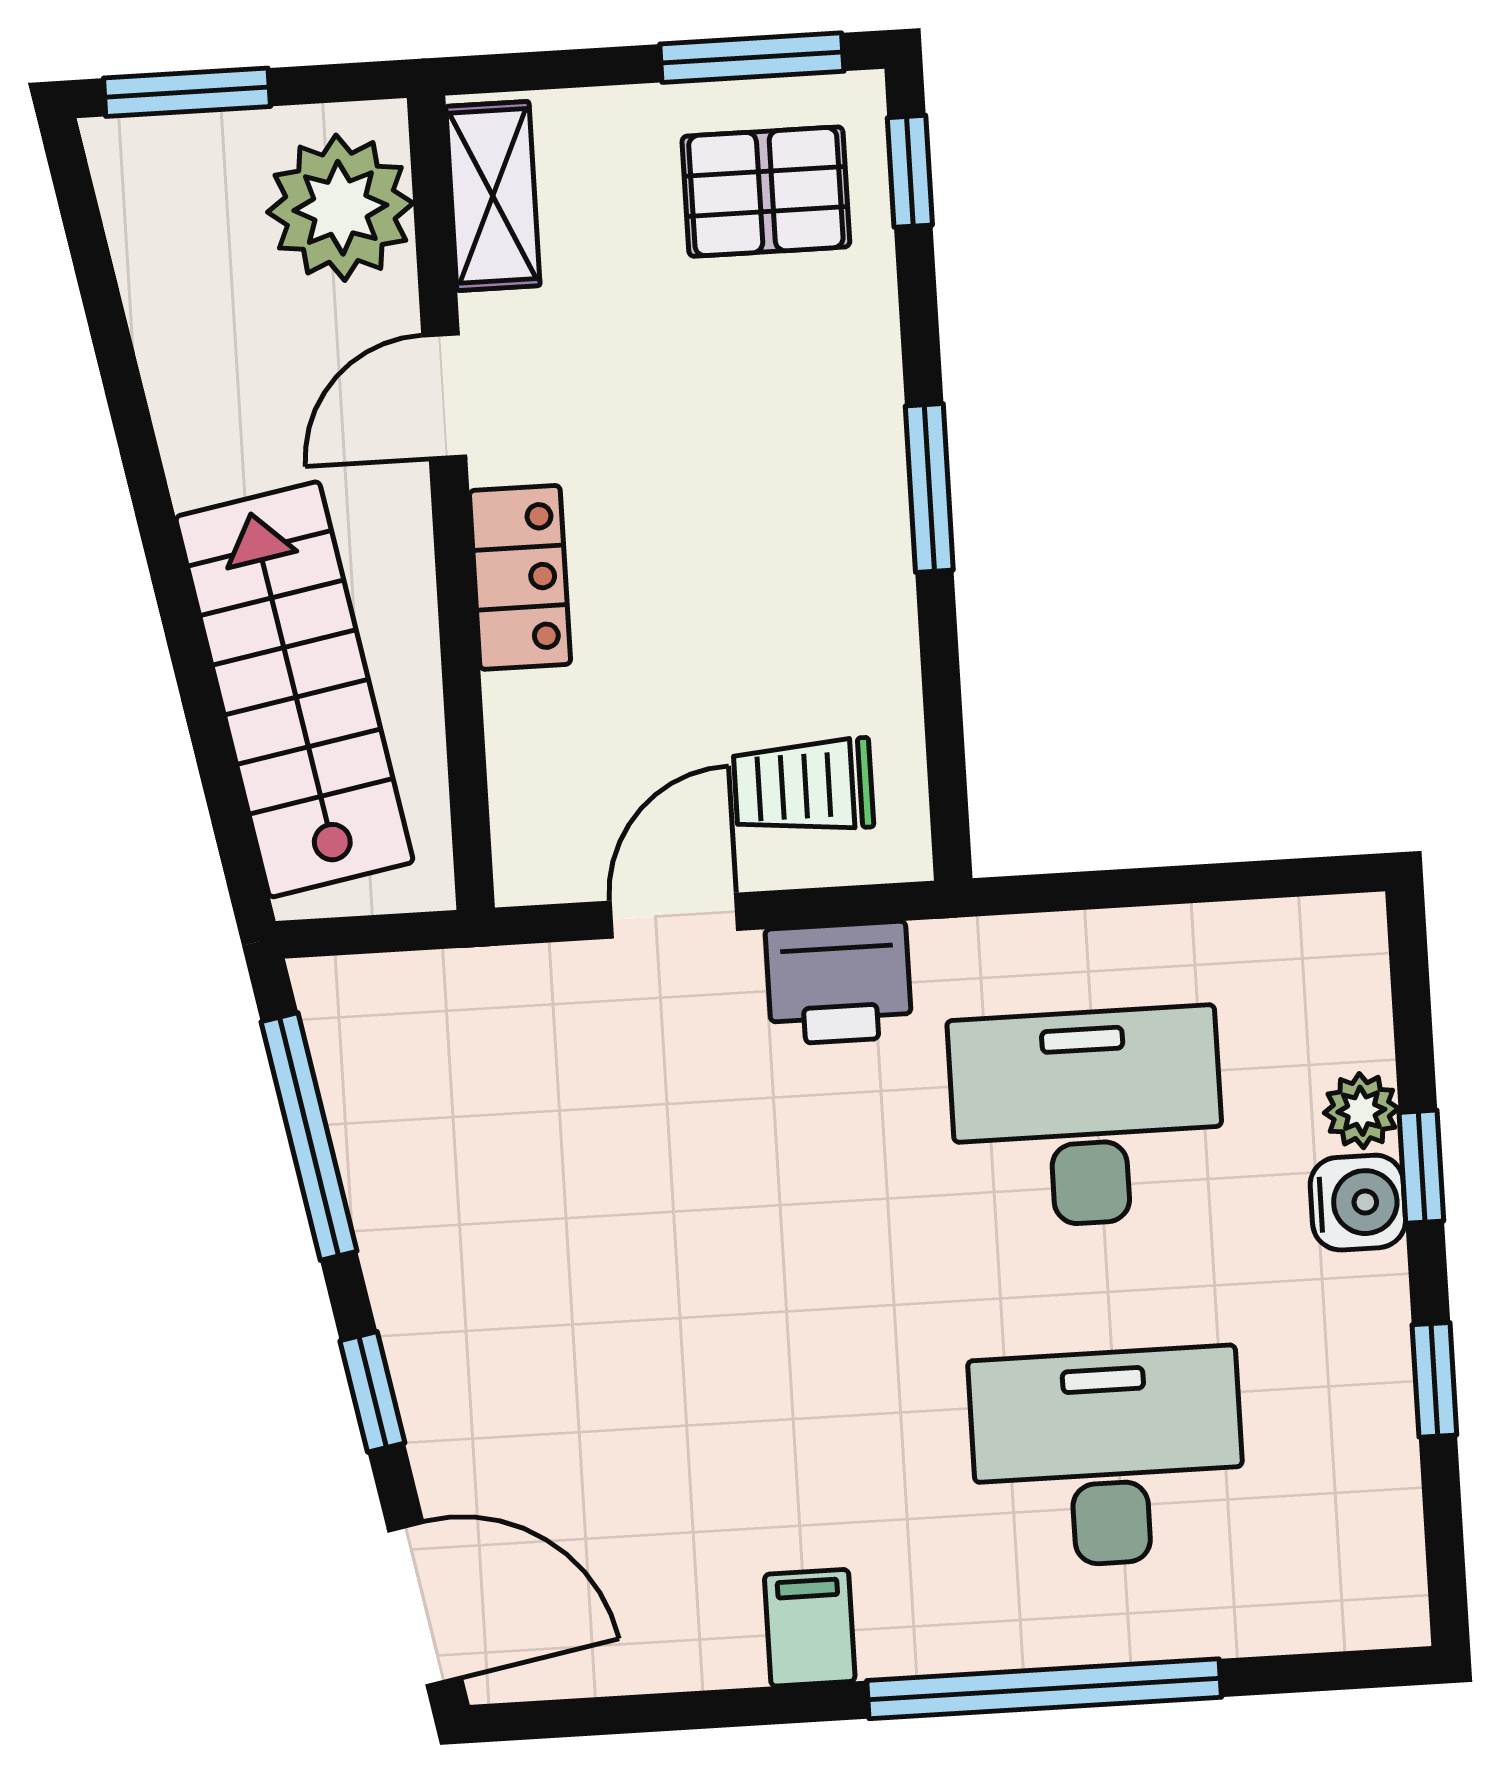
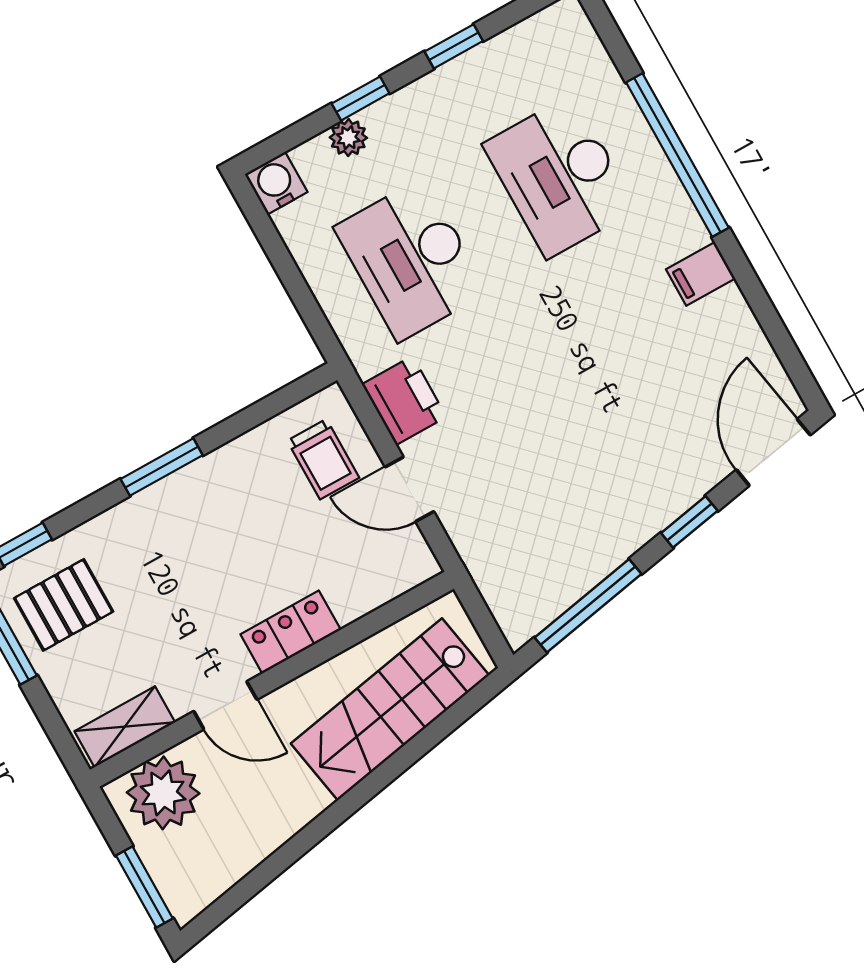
pallet: (766, 192) -> (64, 605), turned 90
water cooler: (1358, 1203) -> (276, 183), moved

